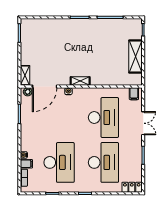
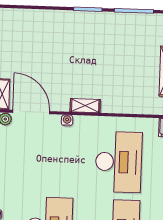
door: (45, 87) -> (31, 112), swing flipped

